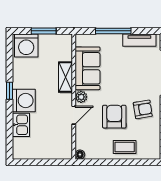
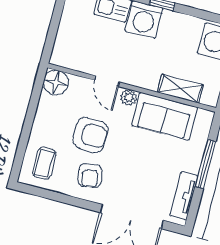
shelving: (65, 77) -> (180, 89), moved
coffee table: (125, 147) -> (44, 163), moved
floor lamp: (80, 155) -> (56, 83), width x1.89, depth x1.89

